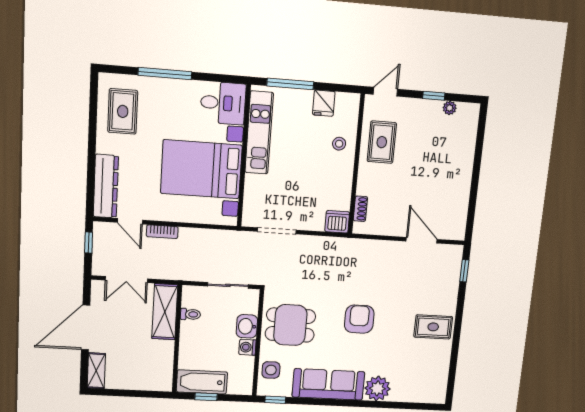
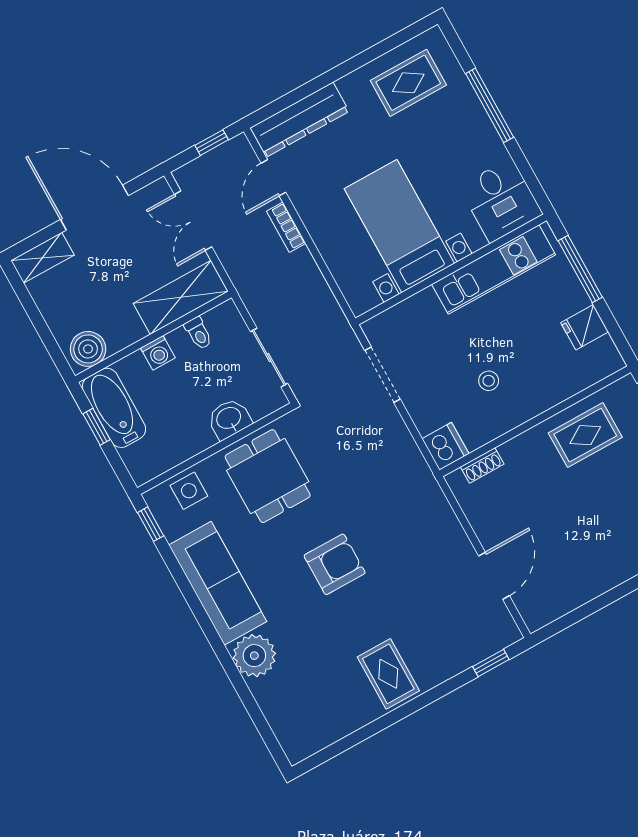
stool: (339, 144) -> (489, 381), moved
bed with nightstands: (201, 169) -> (399, 226), width x0.73
washing machine: (247, 347) -> (158, 353), moved, turned 180
boiler: (162, 376) -> (88, 349), added

